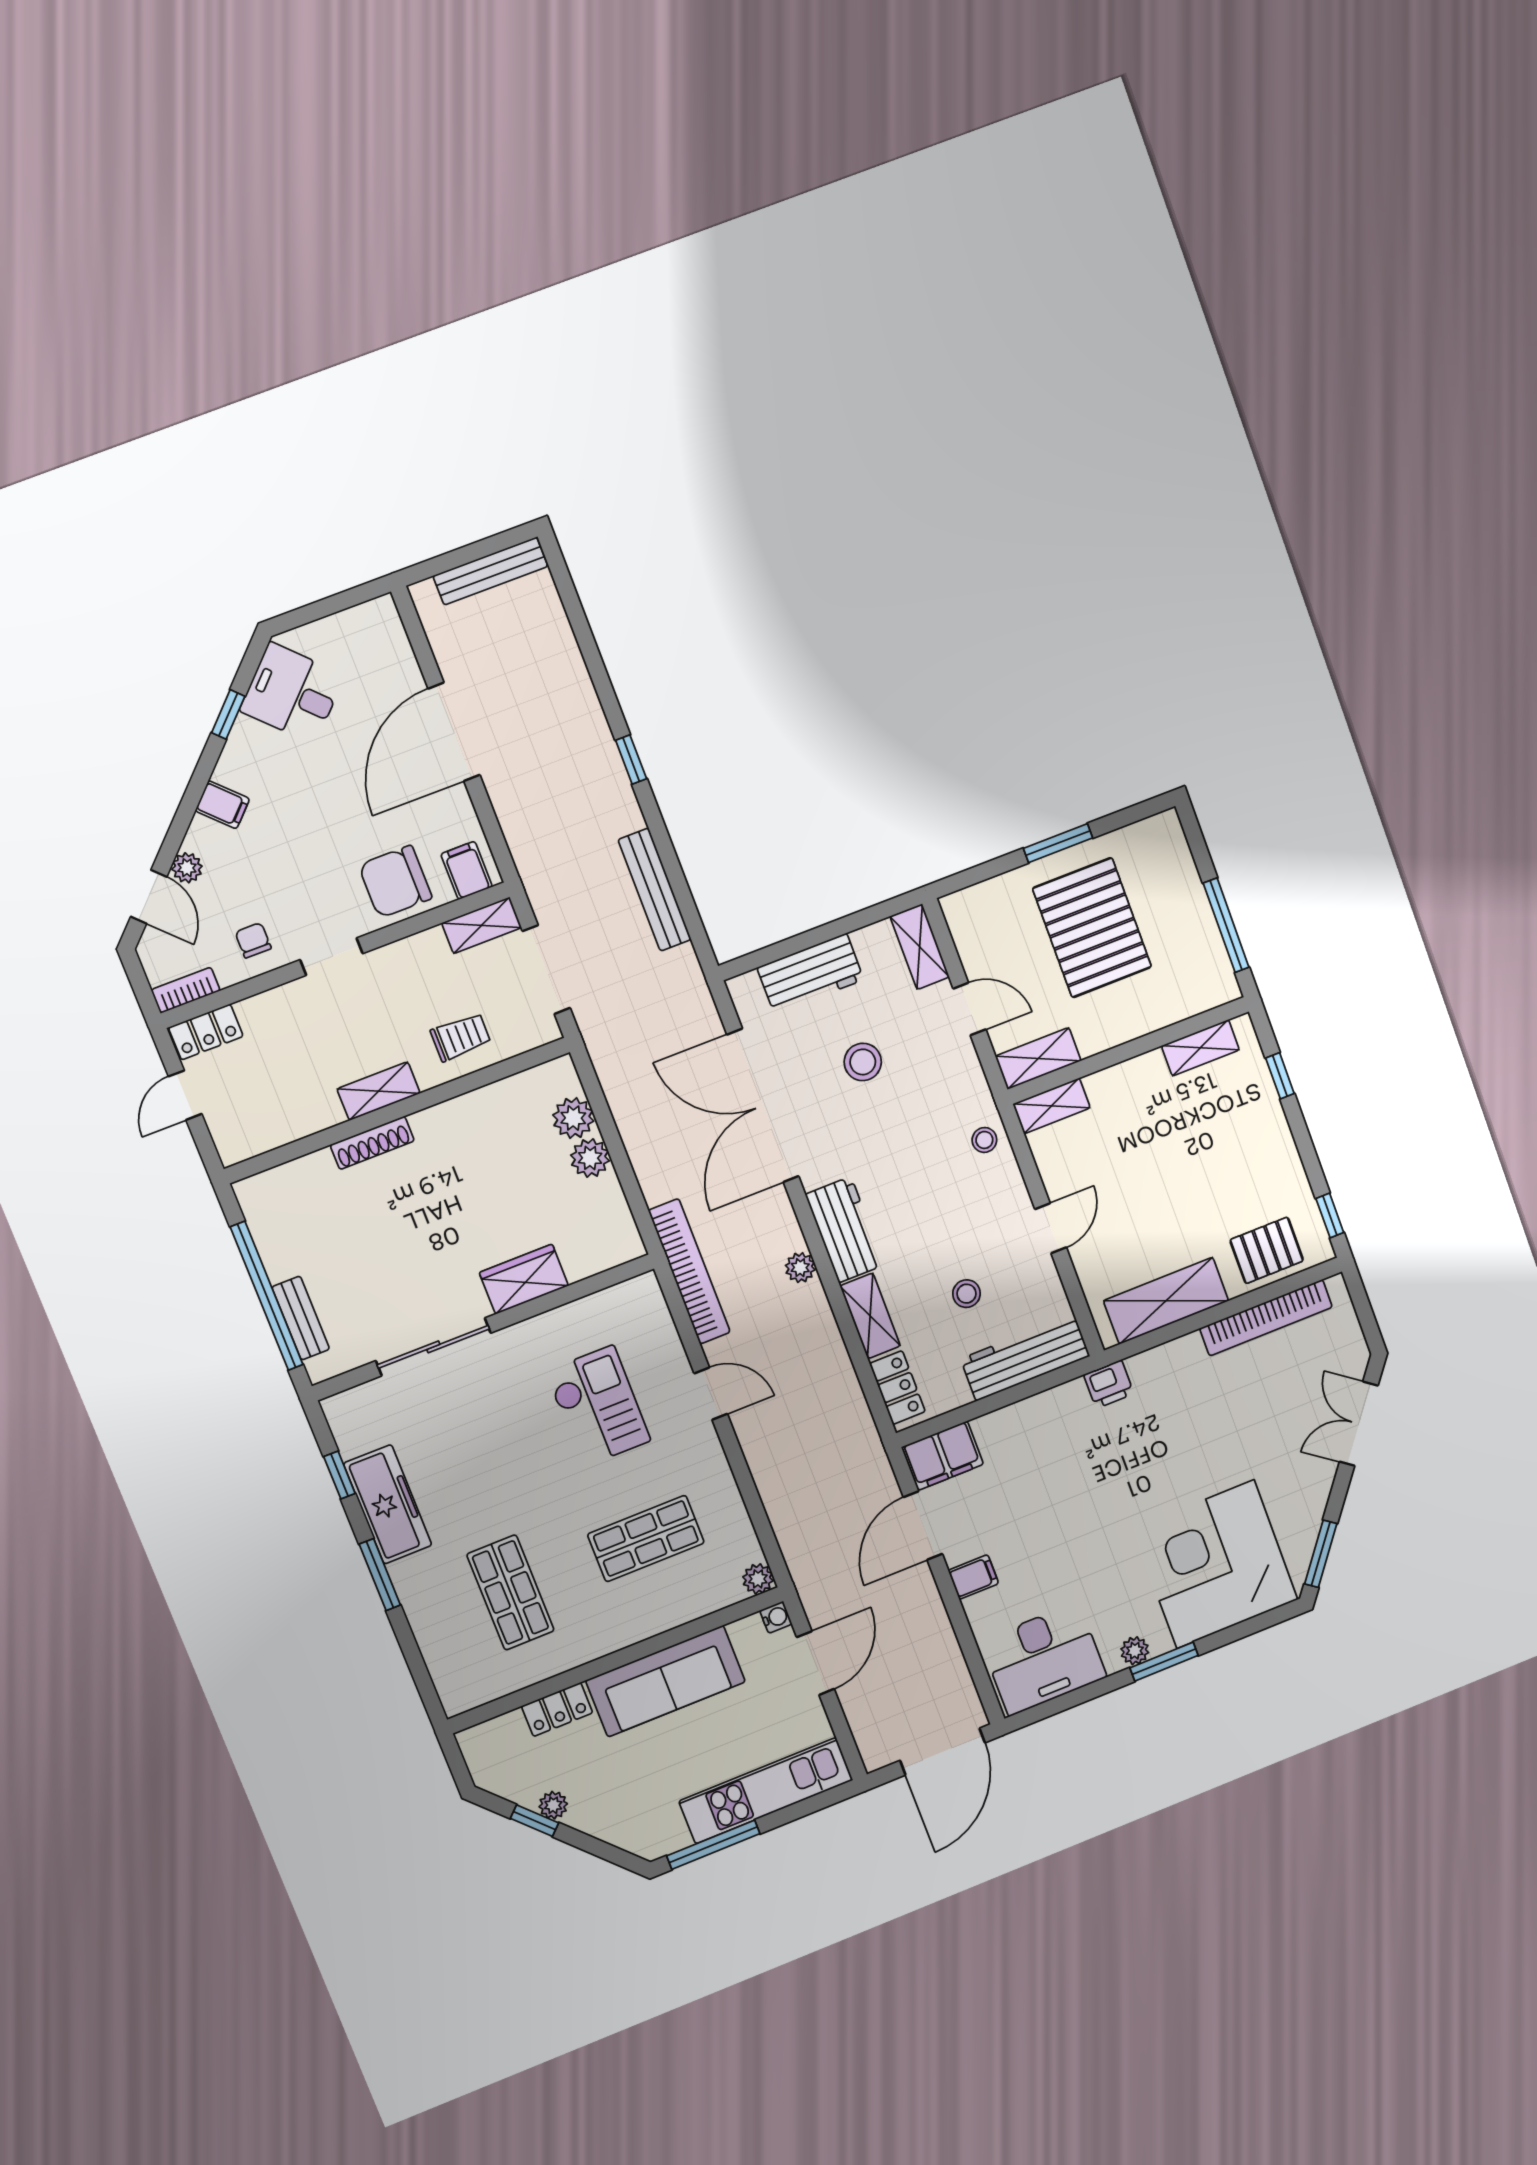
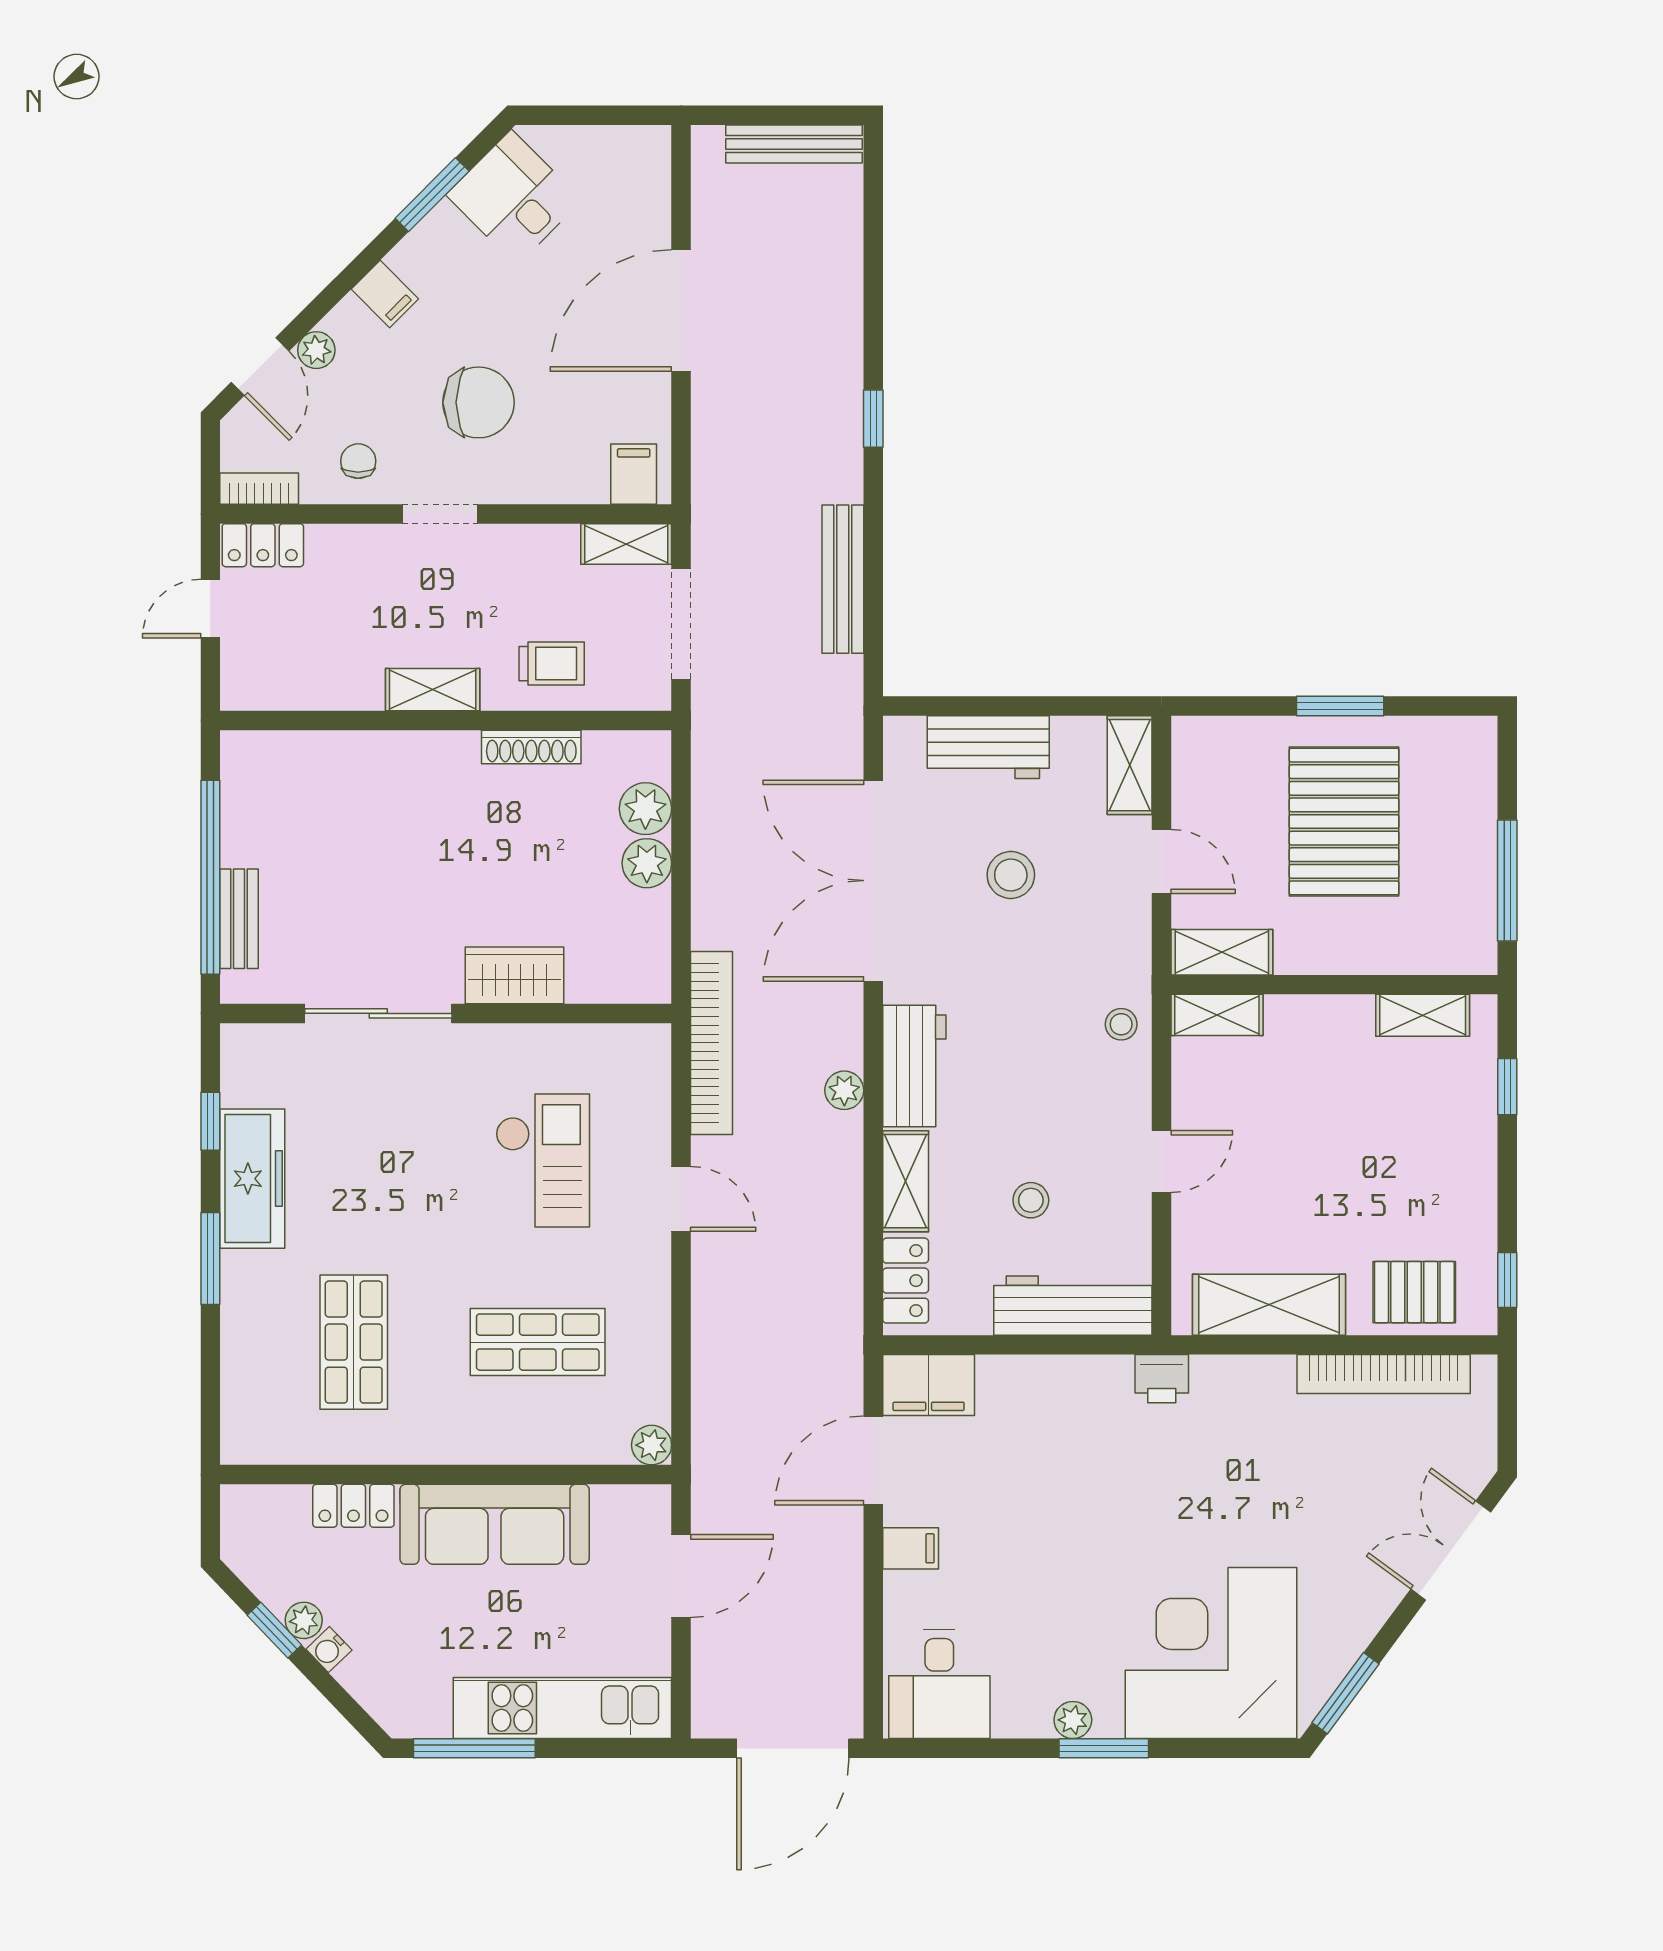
window: (228, 714) -> (432, 195), width x1.50
chair: (395, 882) -> (478, 402), moved, turned 180
shoe rack: (372, 1143) -> (531, 747), moved
water cooler: (776, 1617) -> (329, 1650), moved, turned 136
desk: (1044, 1659) -> (939, 1684), width x0.73

